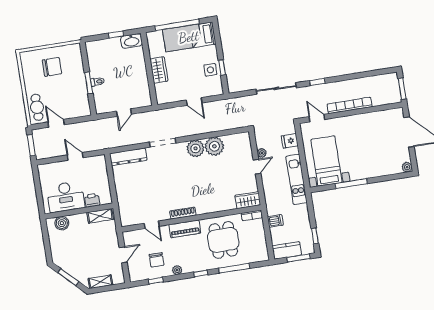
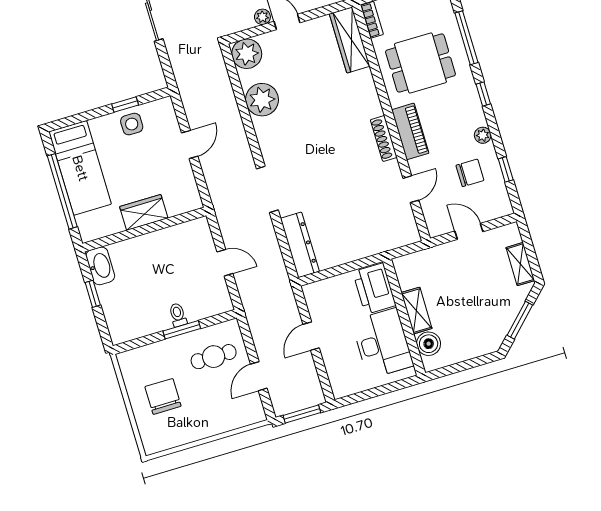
cafe table: (37, 107) -> (214, 357), moved
plant: (195, 148) -> (247, 54), moved
printer: (92, 200) -> (374, 289), width x1.87, depth x1.48
wardrobe: (248, 200) -> (350, 40), width x1.50
shelving: (100, 216) -> (417, 311), moved

